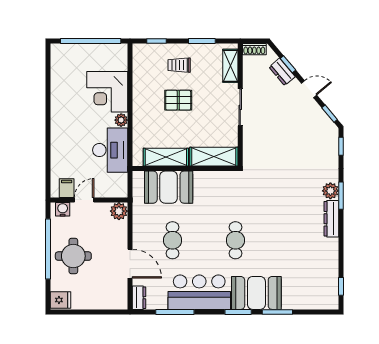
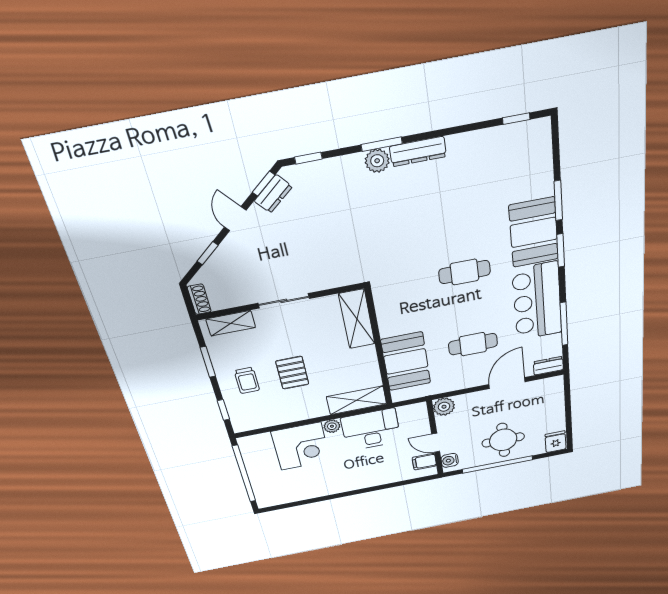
dresser: (282, 72) -> (273, 194), moved
shelving: (166, 157) -> (357, 400), moved, turned 90

